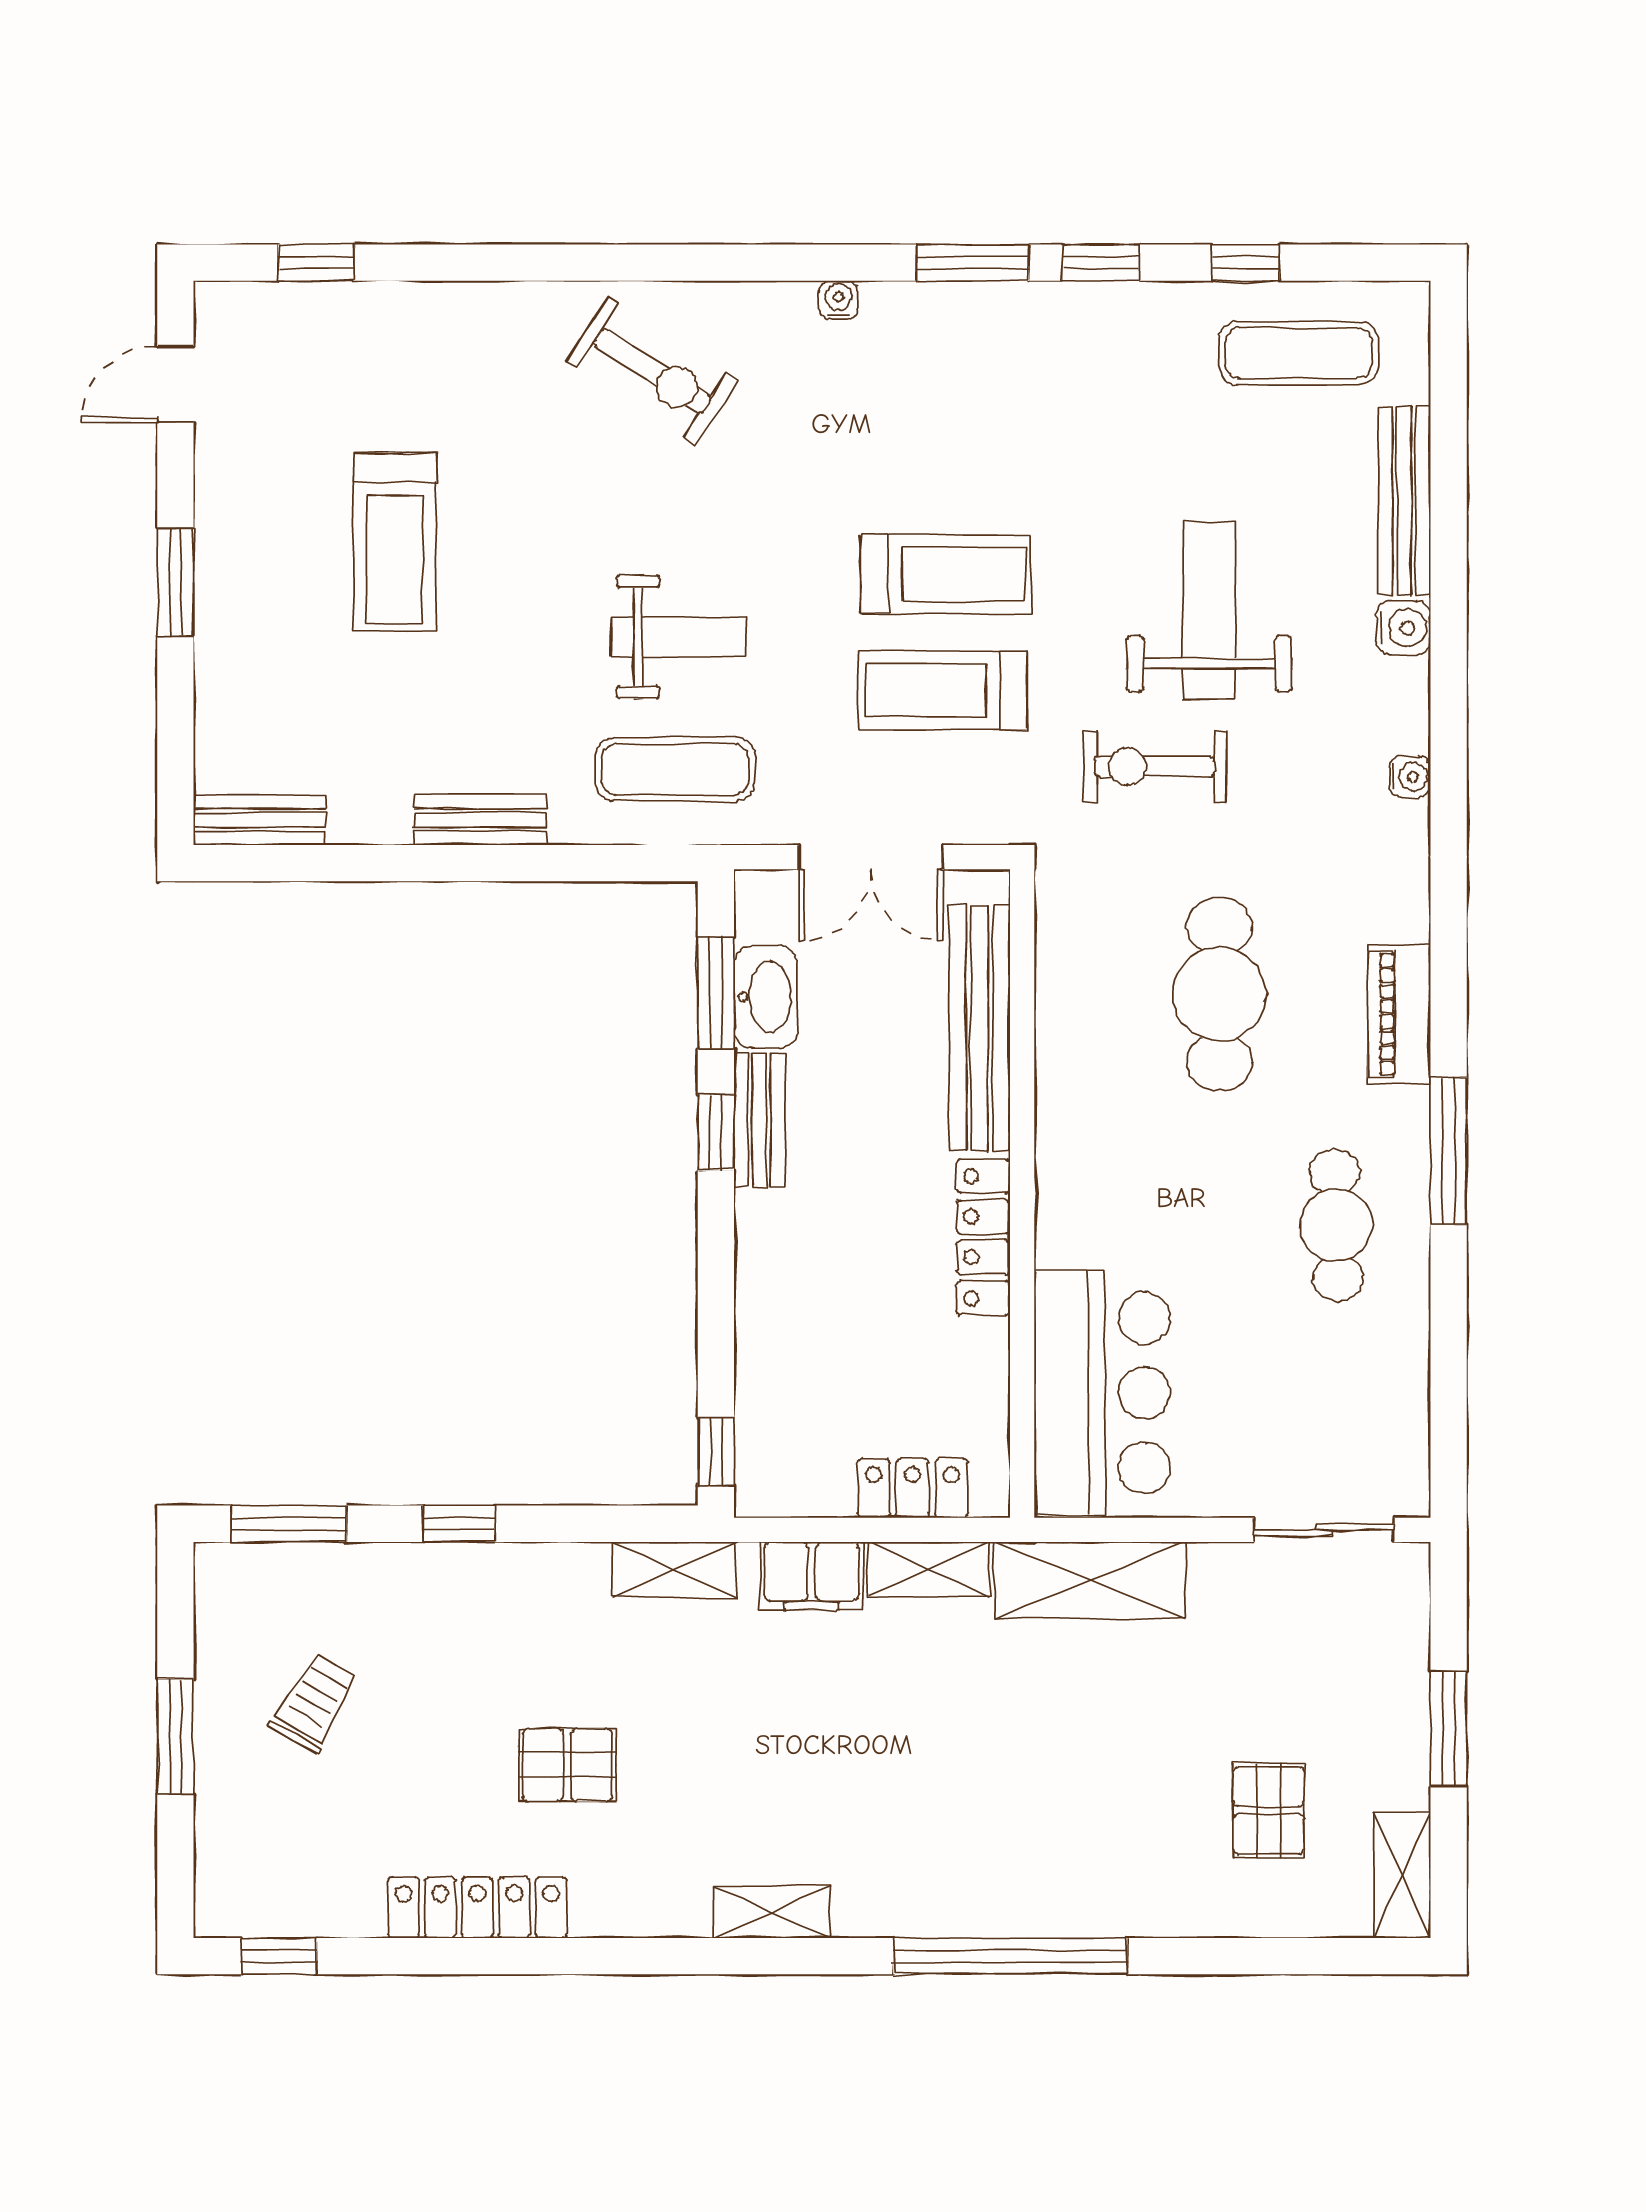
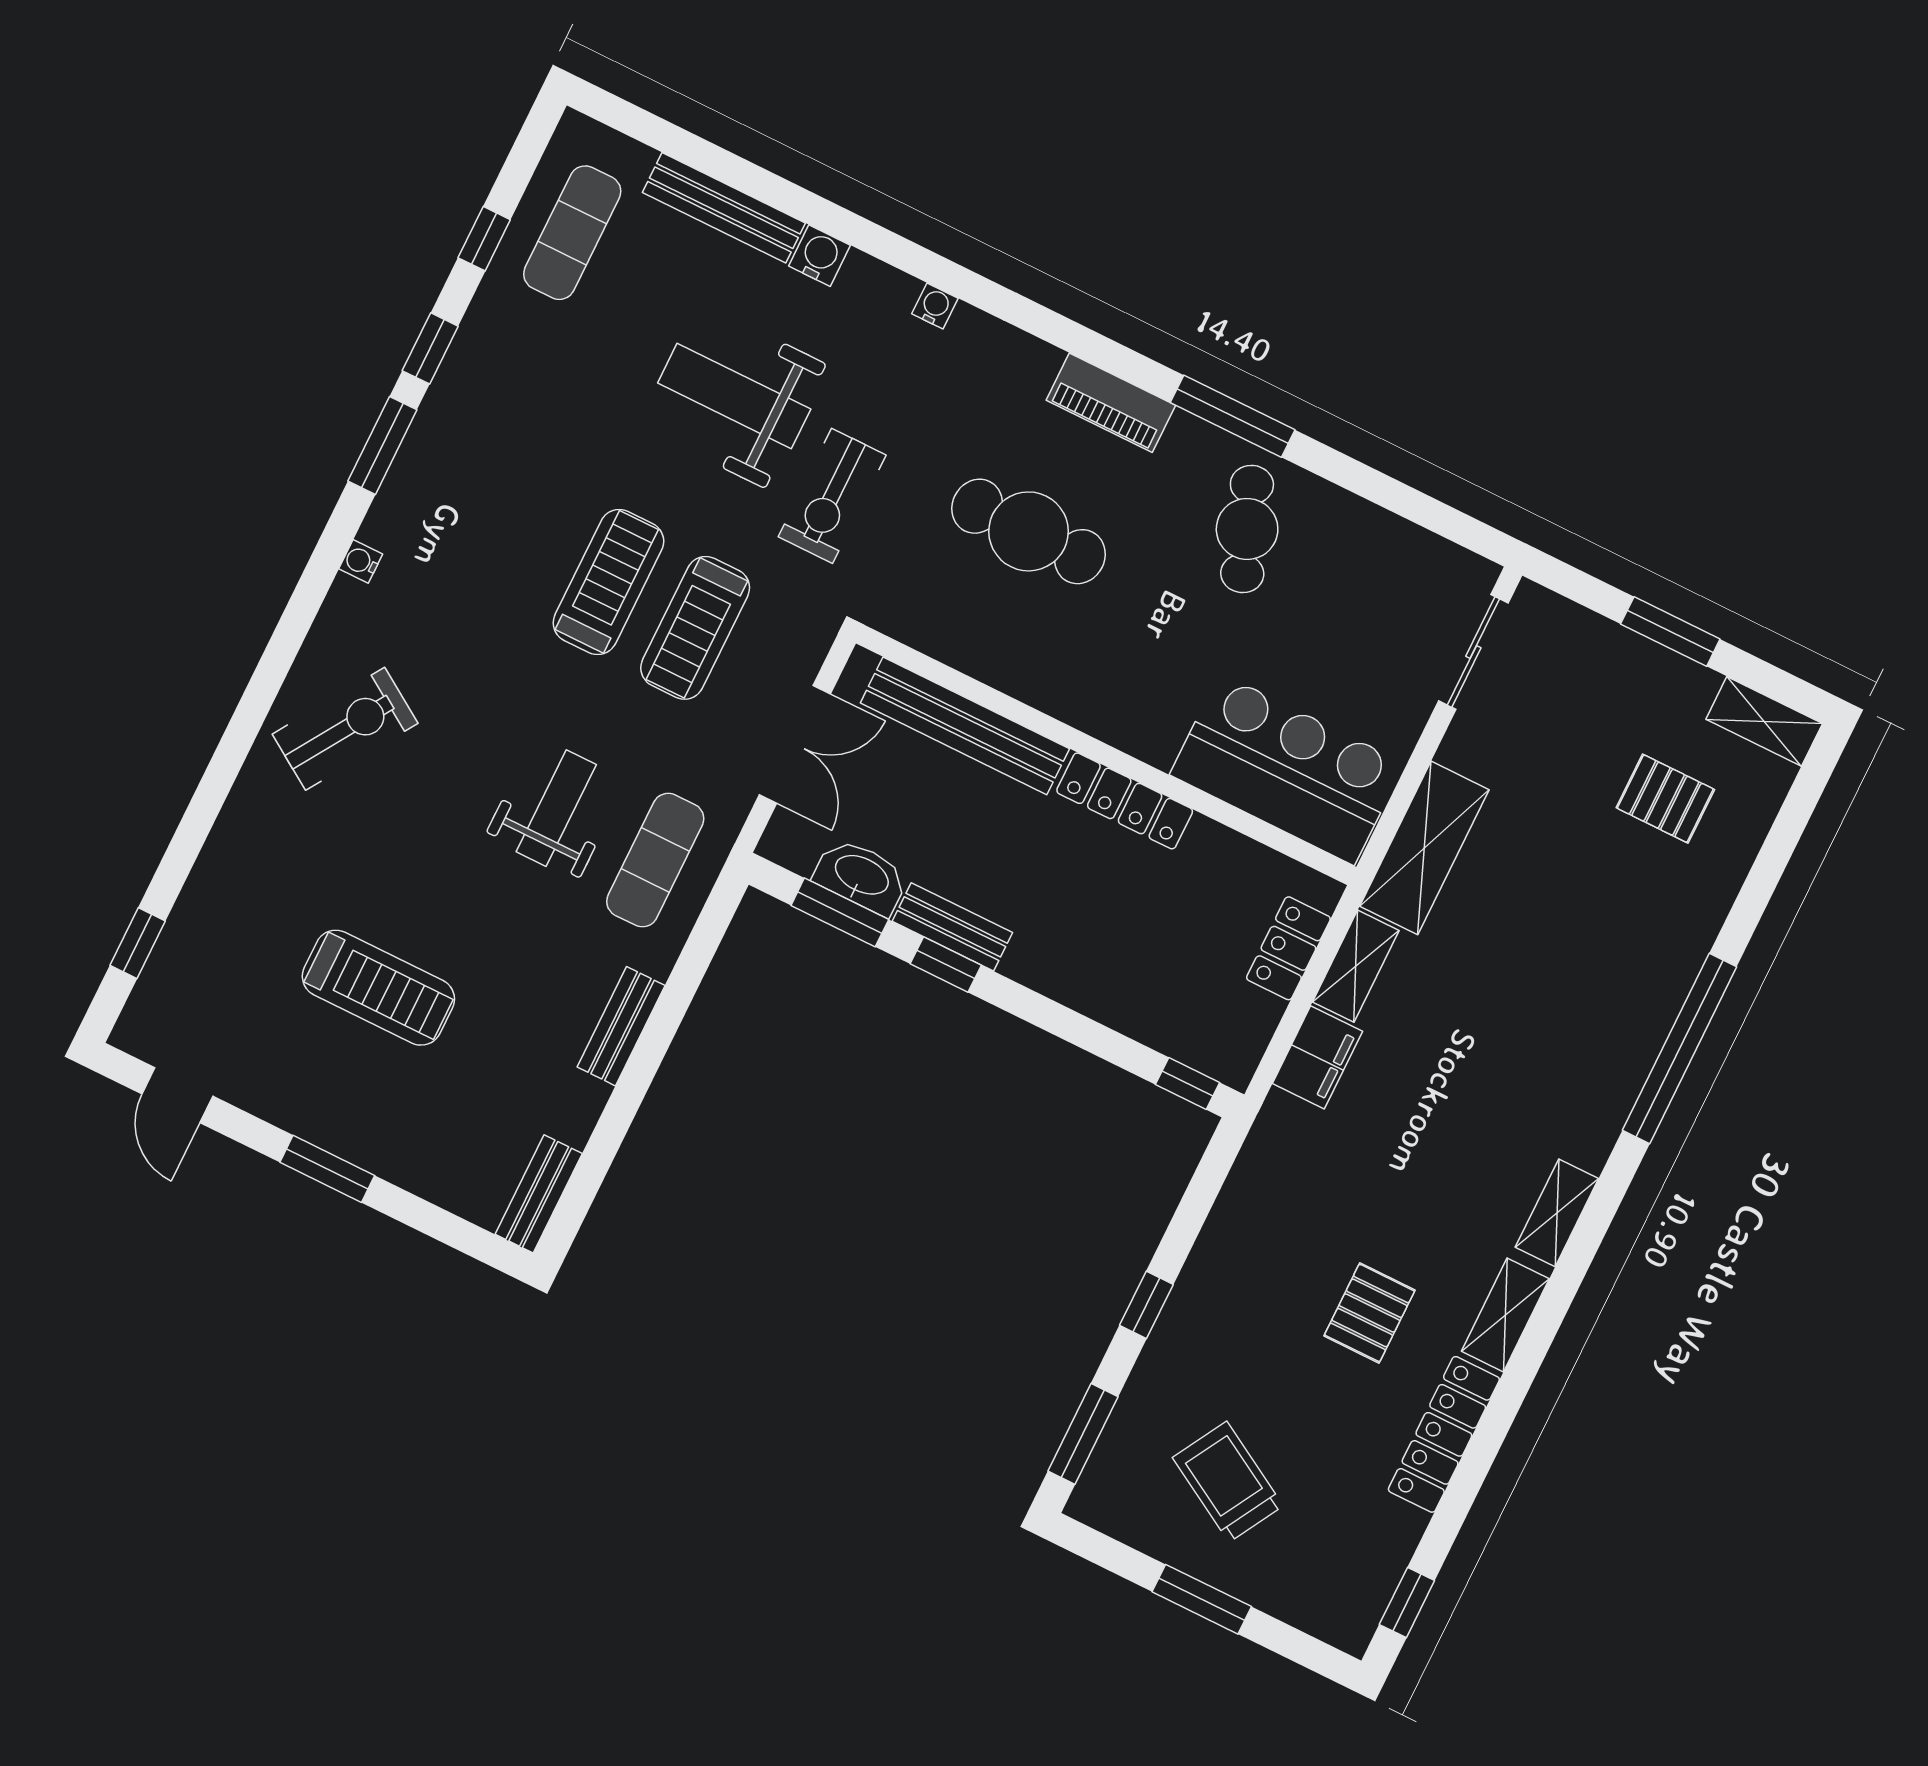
cafe table: (1336, 1225) -> (1247, 529), turned 72
shelving: (674, 1570) -> (1505, 1315), moved
trolley: (314, 1703) -> (1228, 1482), width x1.36, depth x1.39

